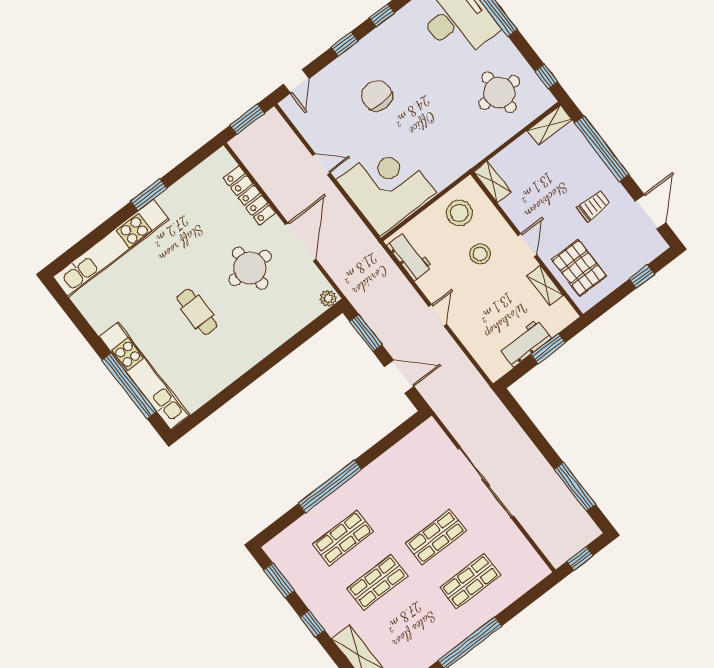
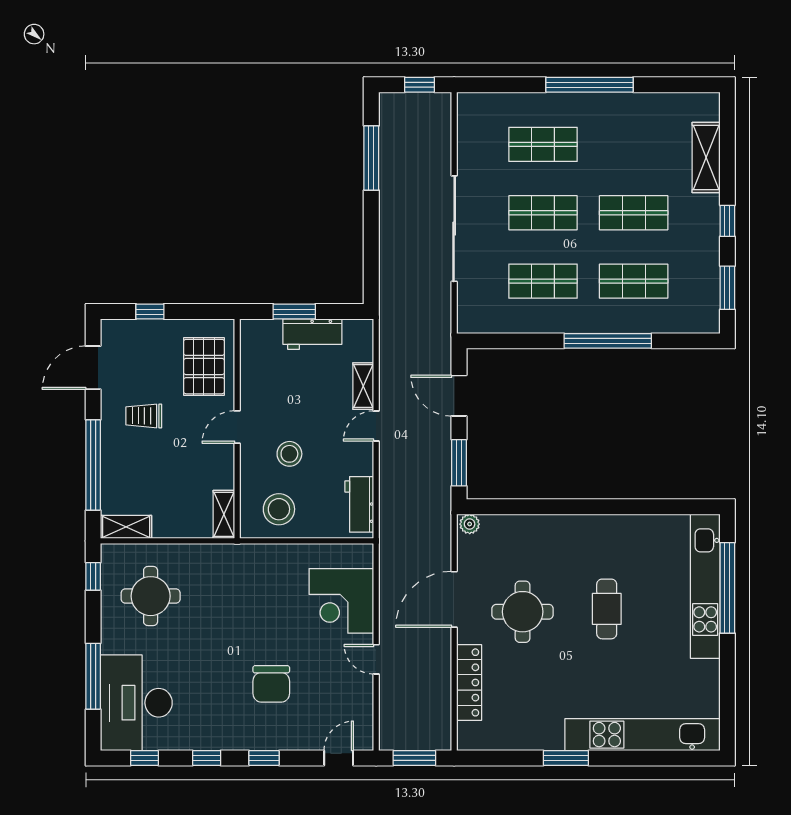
corner desk: (386, 186) -> (341, 601), width x0.74, depth x0.74
shelving: (545, 285) -> (363, 386), moved
shop shelf: (402, 493) -> (543, 281), added

